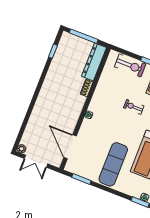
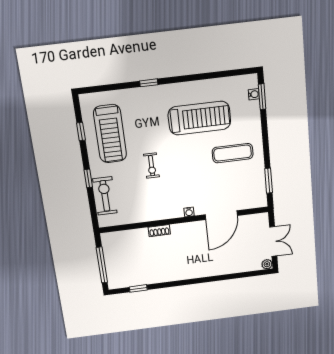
dresser: (94, 62) -> (125, 238), removed
door: (70, 147) -> (221, 215), moved
exercise mat: (113, 164) -> (233, 153), width x0.73, depth x0.69

